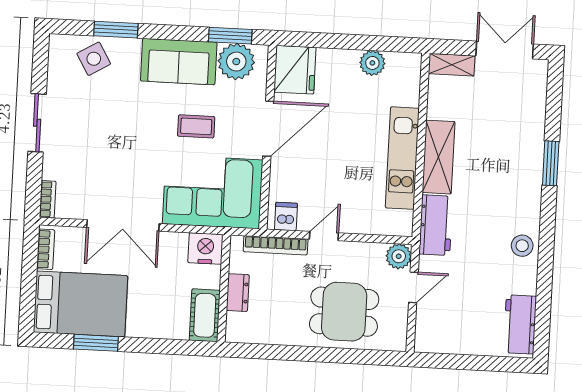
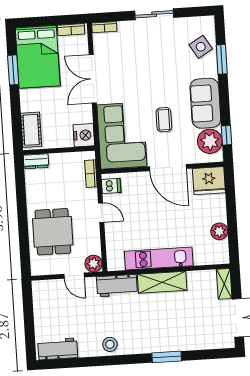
window: (230, 36) -> (227, 135), width x0.67
bookcase: (276, 245) -> (91, 174), width x0.64
dresser: (238, 293) -> (36, 161), moved
cot: (205, 315) -> (31, 130), moved, turned 90

